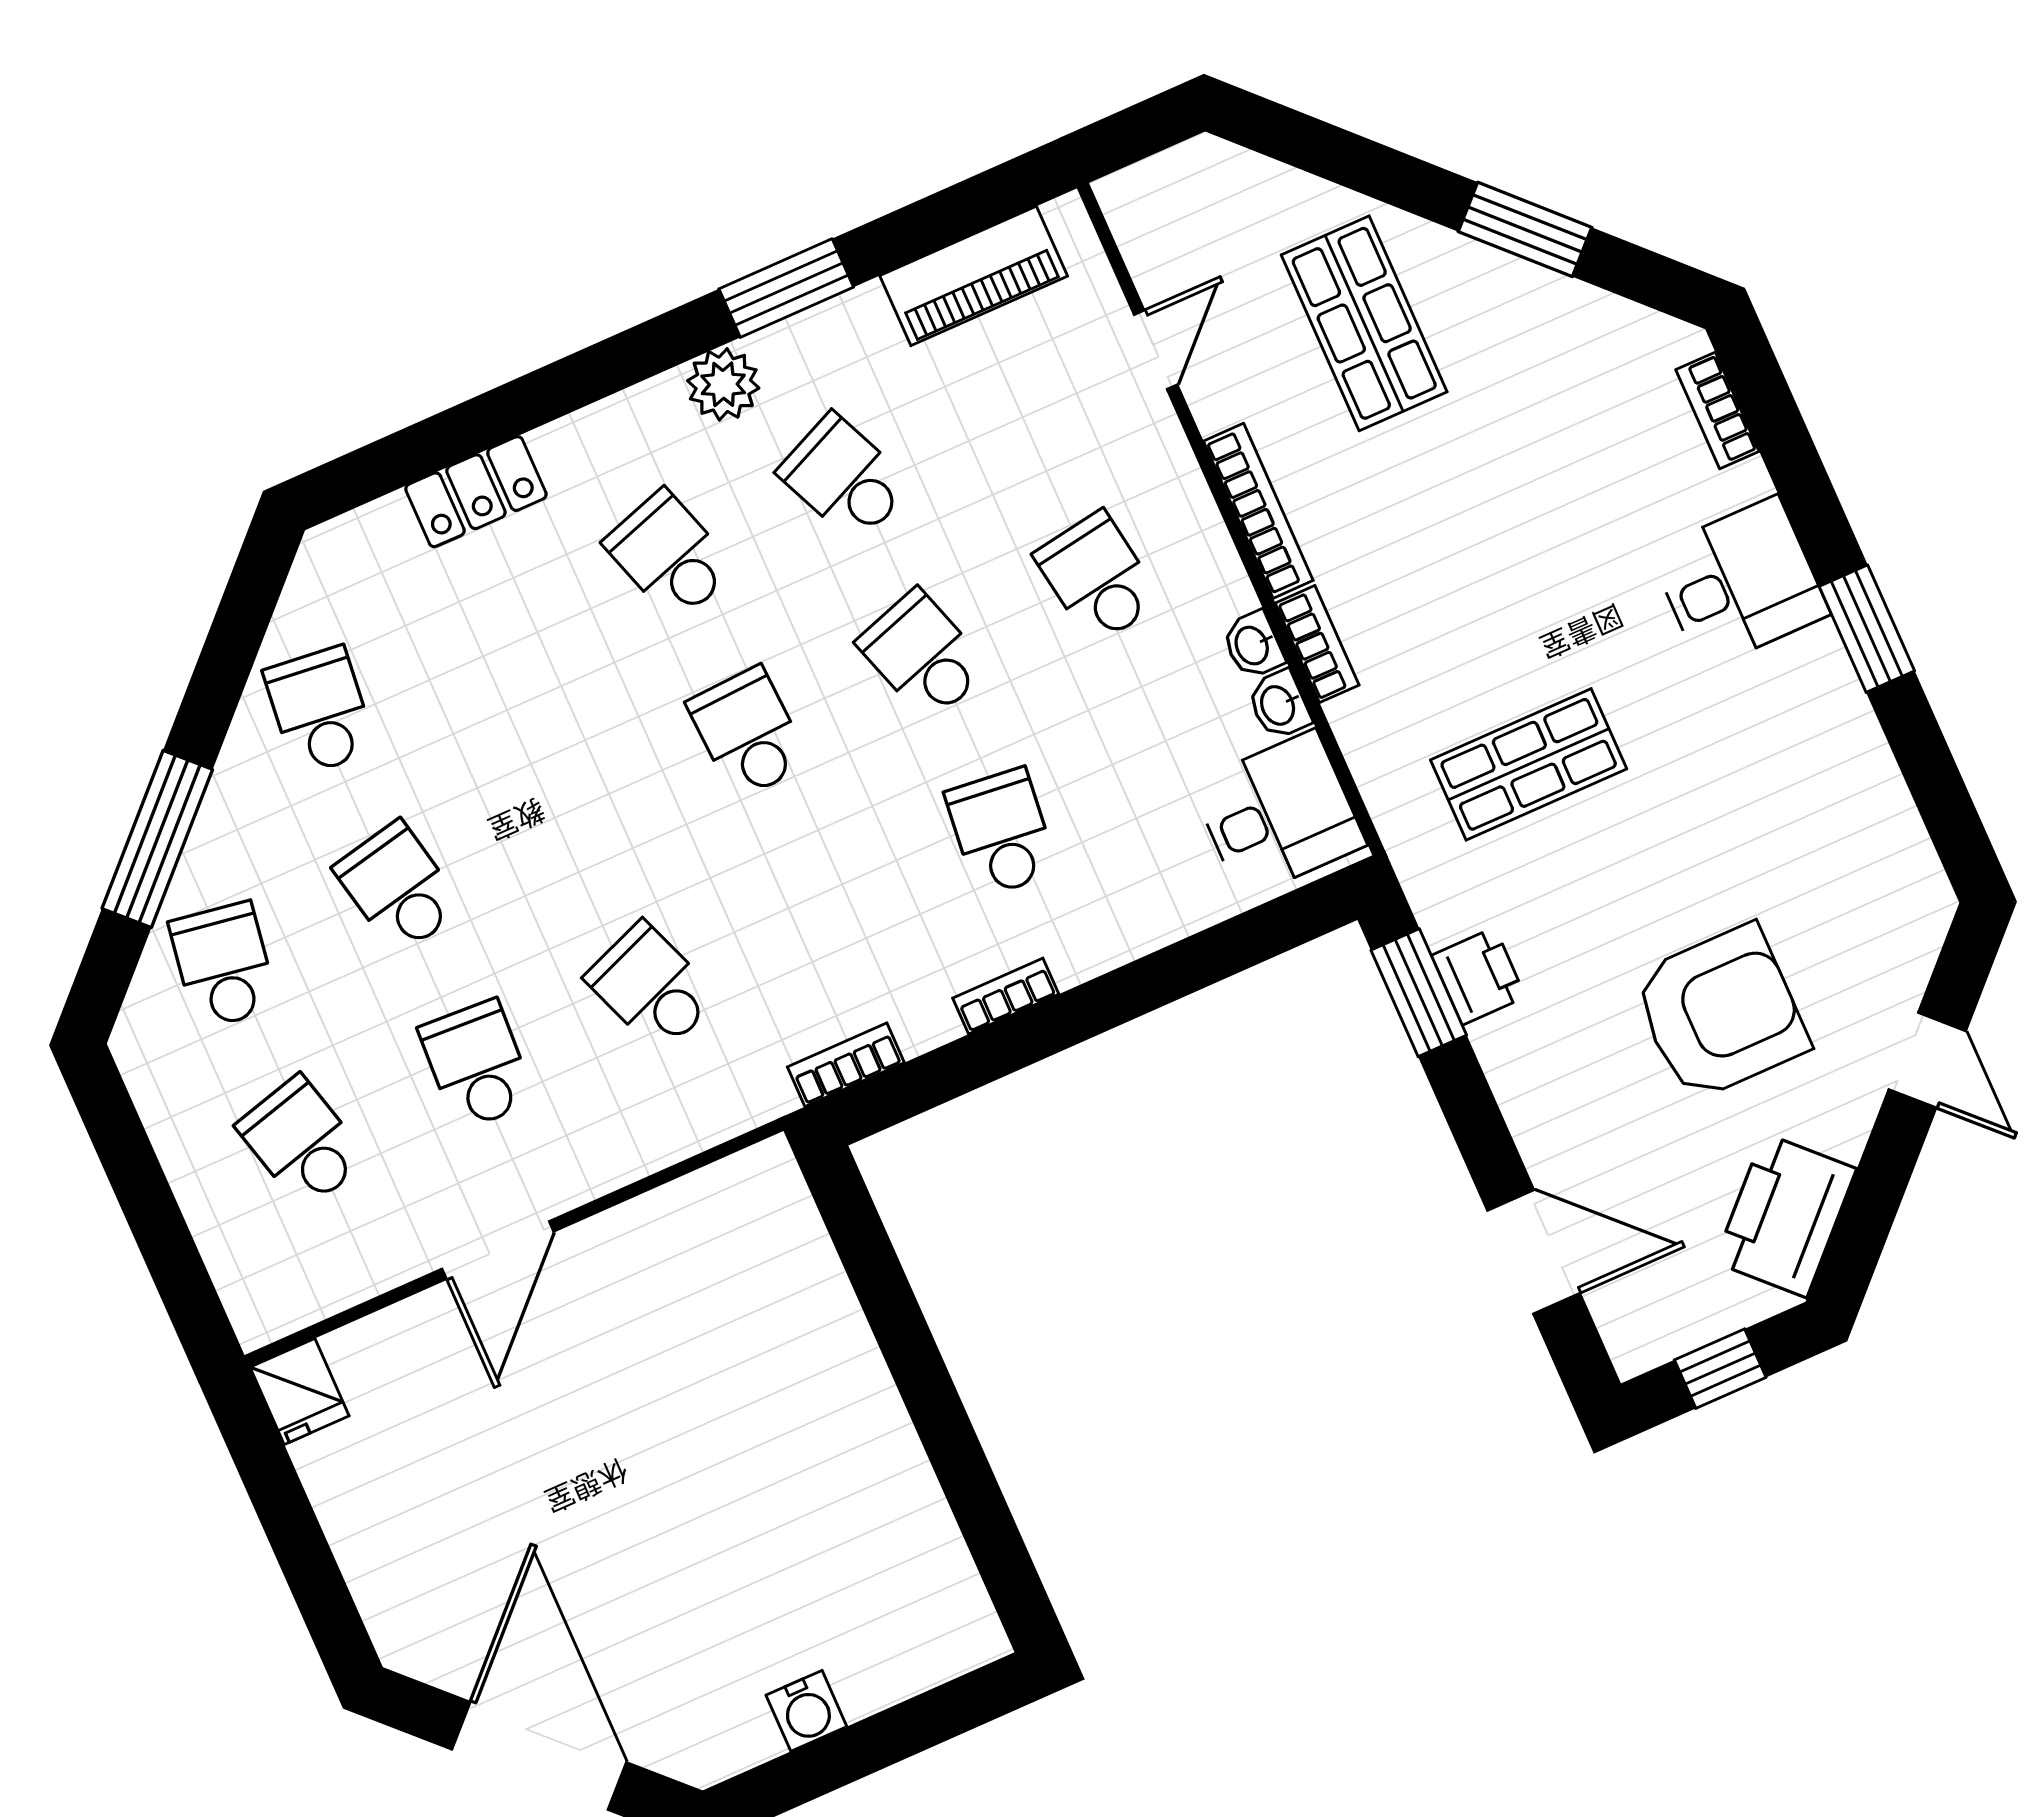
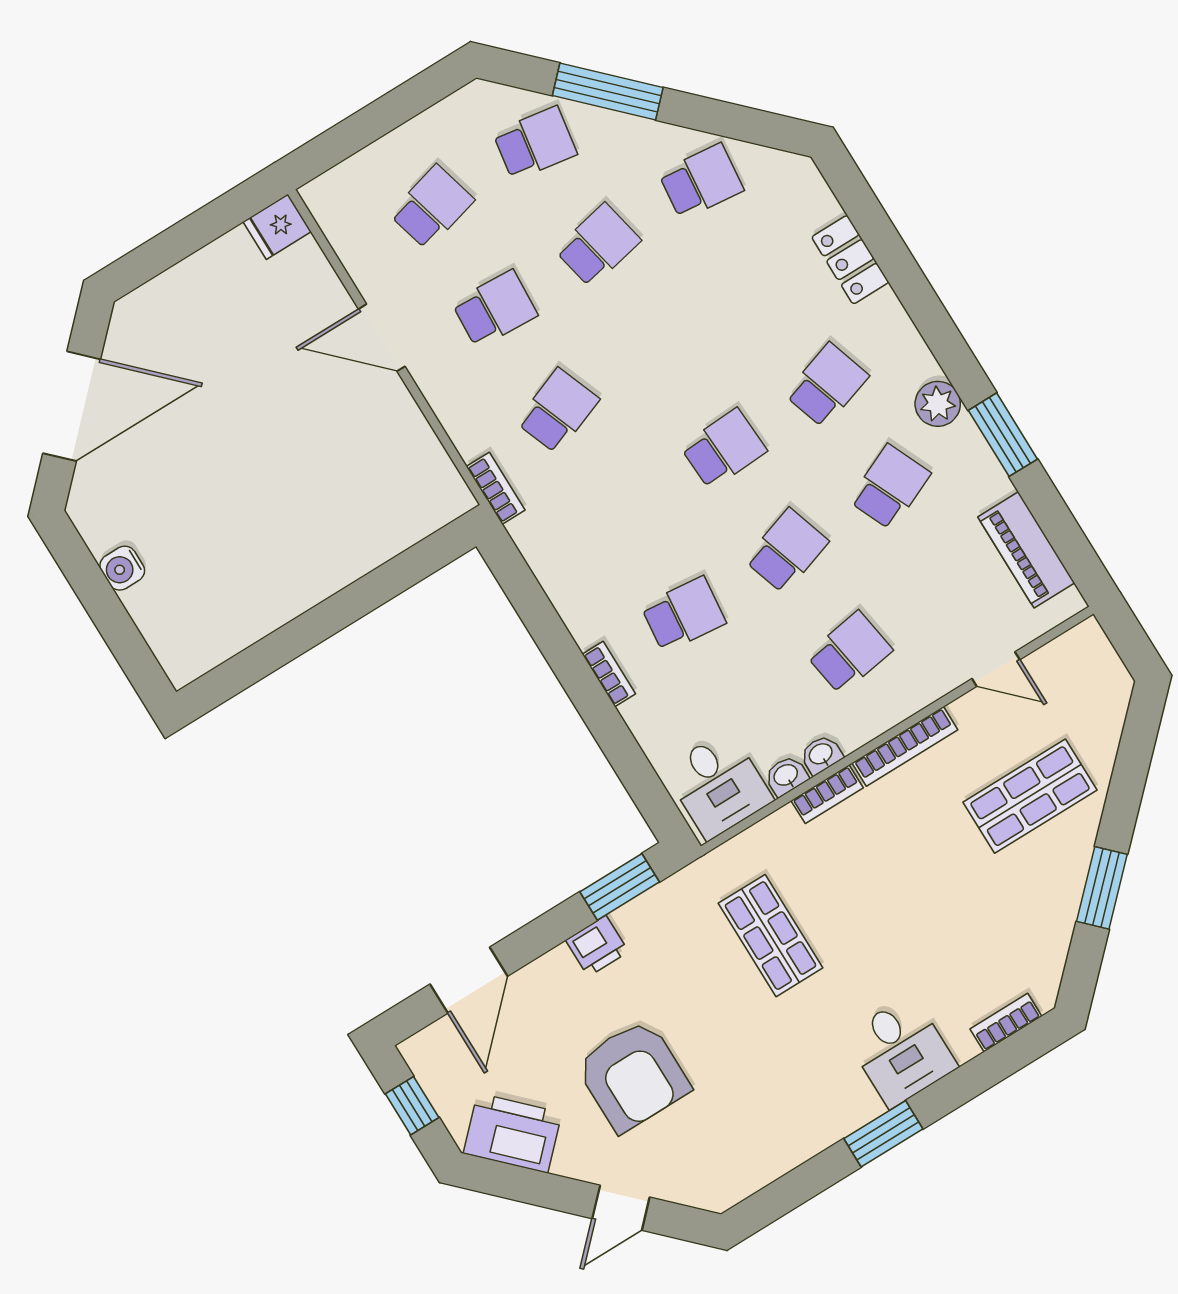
printer: (1479, 976) -> (597, 946), moved
bookcase: (1006, 996) -> (609, 674), moved
bookcase: (846, 1065) -> (496, 488), moved

